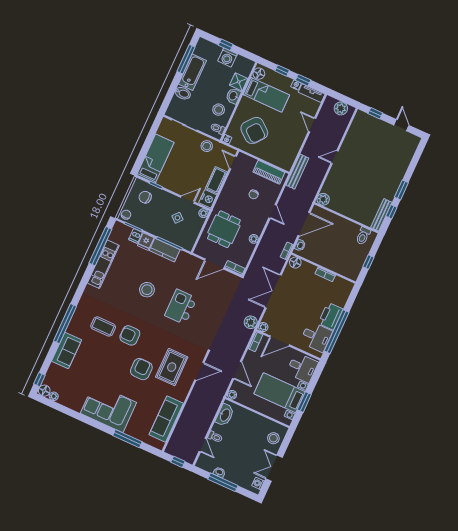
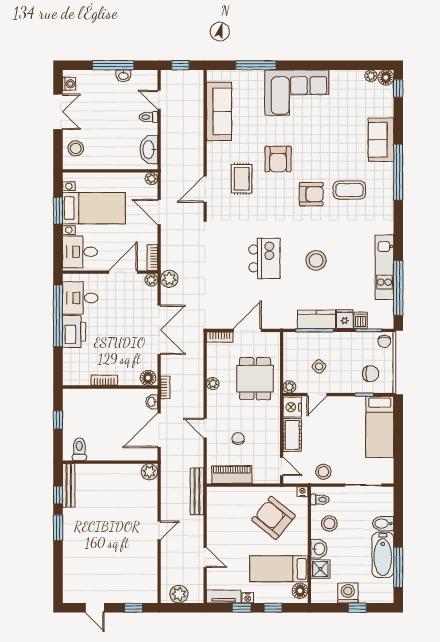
rug: (172, 367) -> (242, 179), width x0.73, depth x0.70

